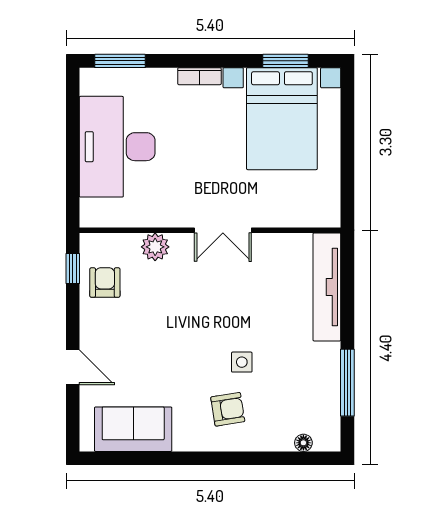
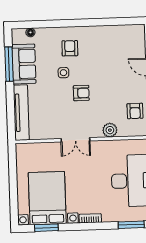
double door: (223, 230) -> (75, 140), swing flipped
armchair: (208, 321) -> (81, 93), added
armchair: (228, 409) -> (70, 48), turned 100
sofa: (133, 429) -> (24, 64), moved, turned -90

